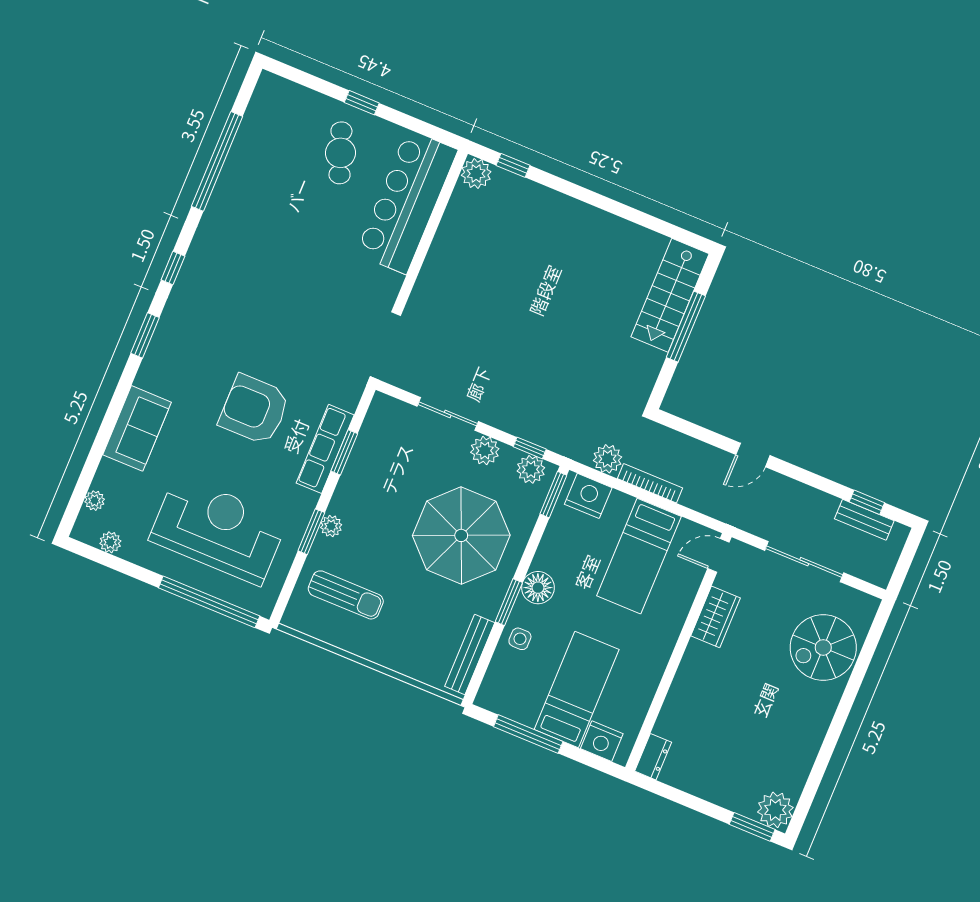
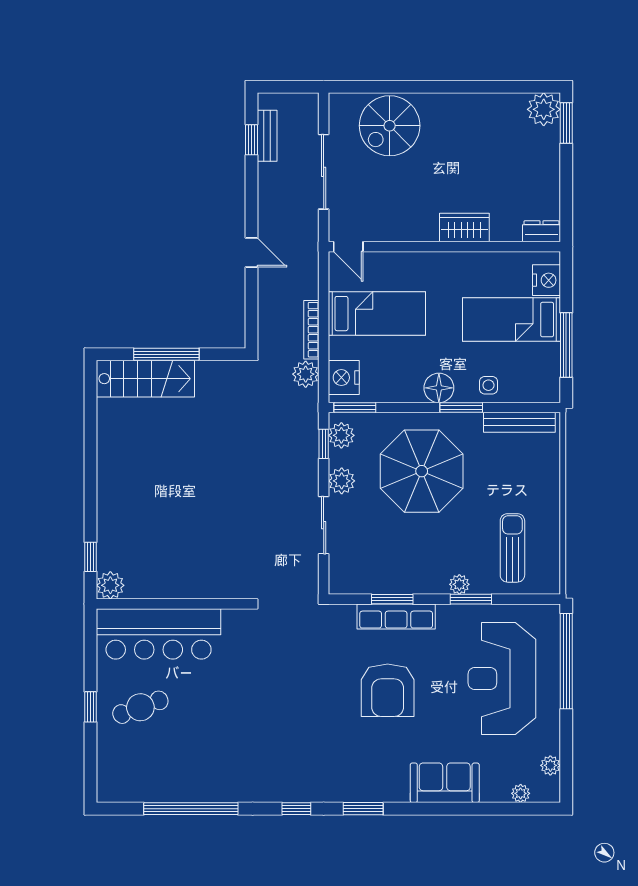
wardrobe: (716, 617) -> (464, 227), moved
spiral stairs: (823, 647) -> (390, 126), turned 90

